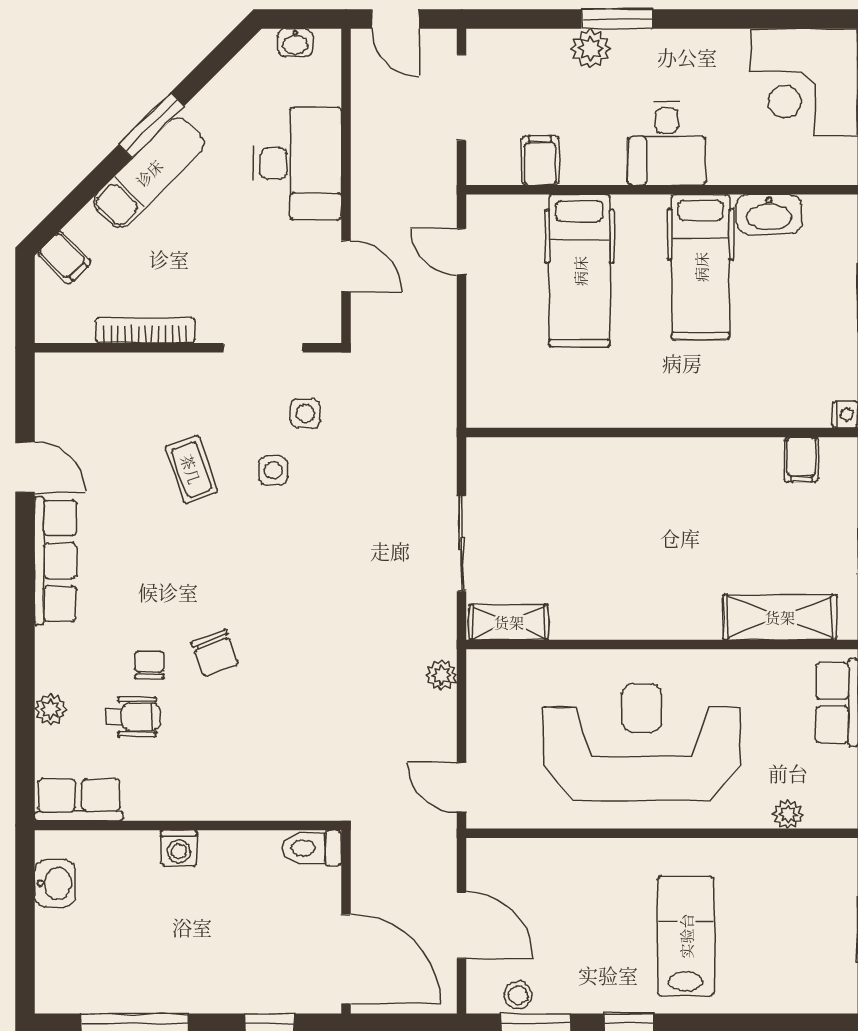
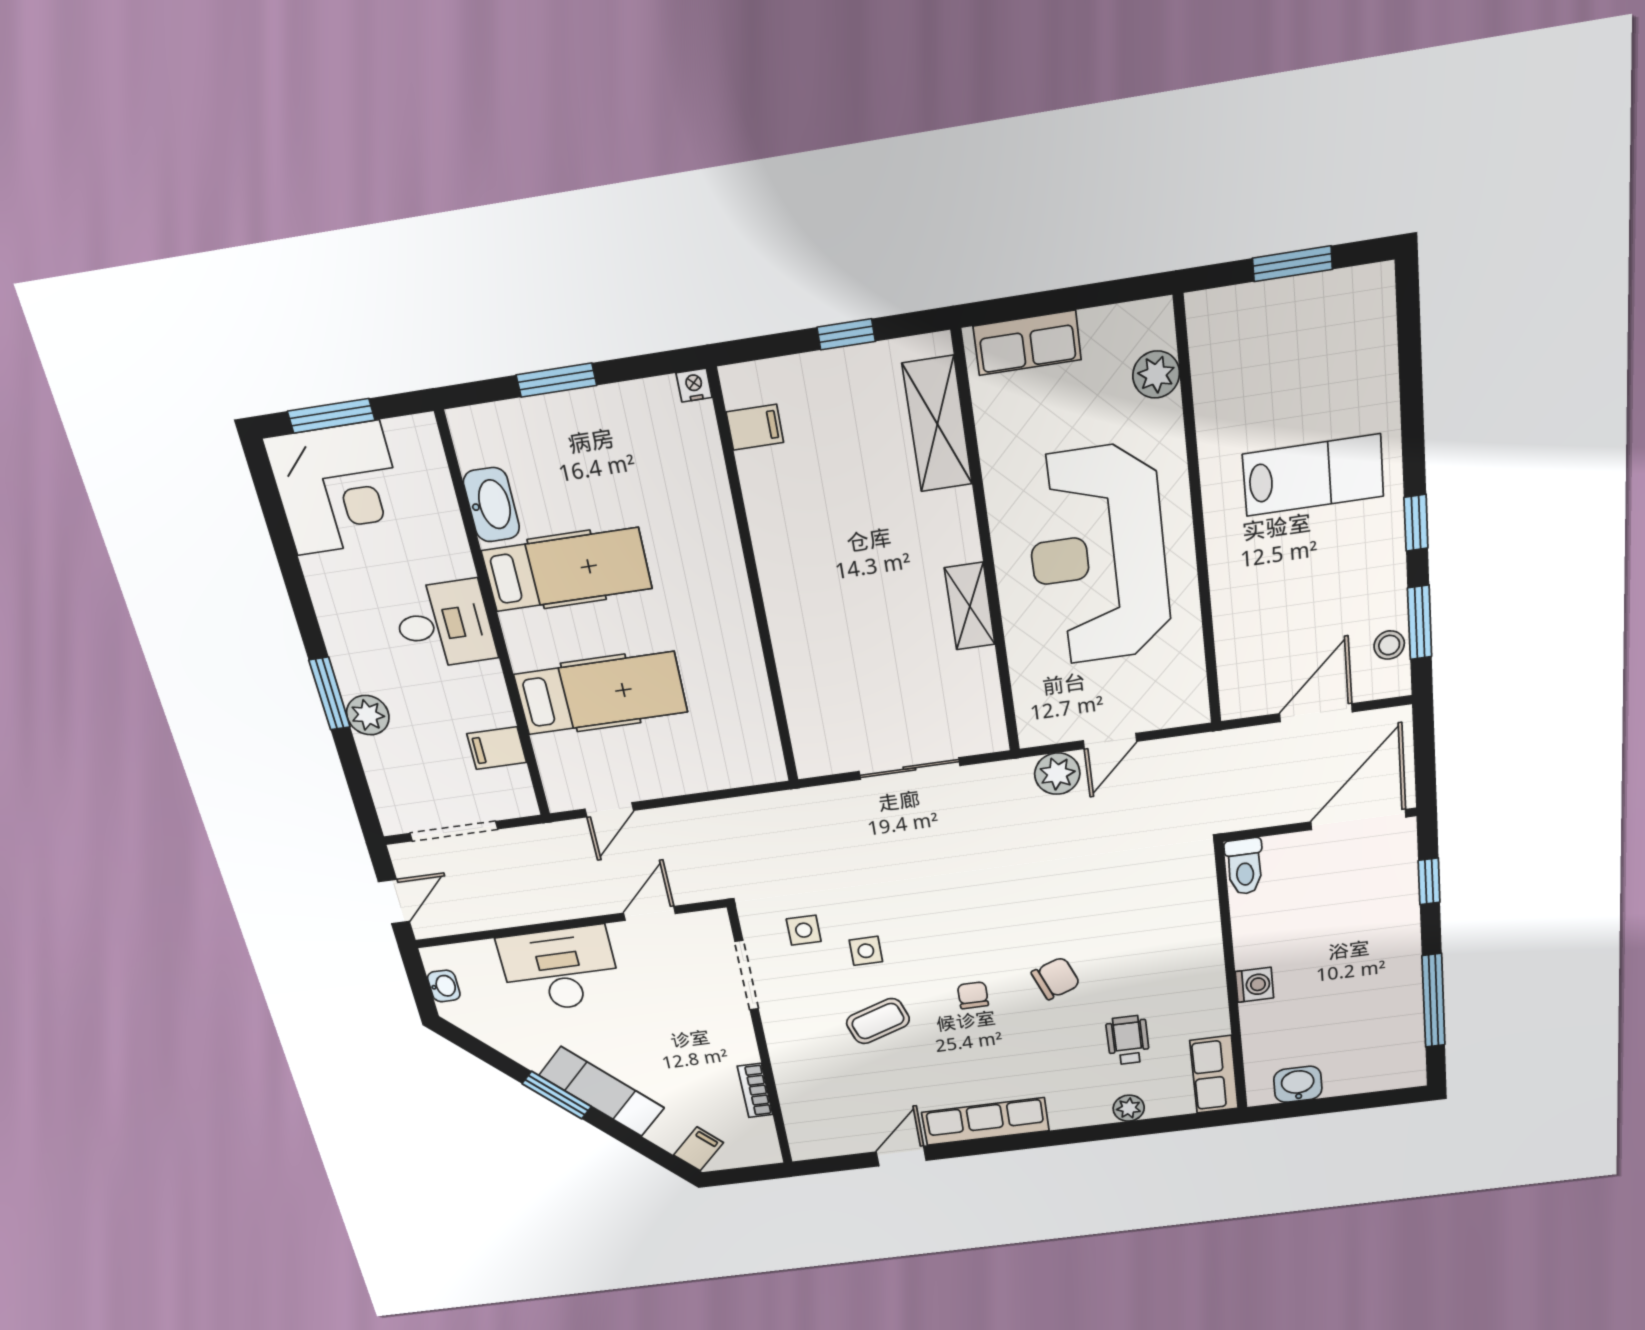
bookcase: (145, 330) -> (755, 1090), width x0.64
shelving: (509, 622) -> (970, 606), moved
chair: (149, 665) -> (973, 995), moved, turned 90
plant: (441, 675) -> (1057, 774), width x1.38, depth x1.38
door: (462, 787) -> (1110, 741), moved
plant: (788, 814) -> (1156, 375), width x1.38, depth x1.38
lab bench: (686, 936) -> (1313, 475), turned 180

